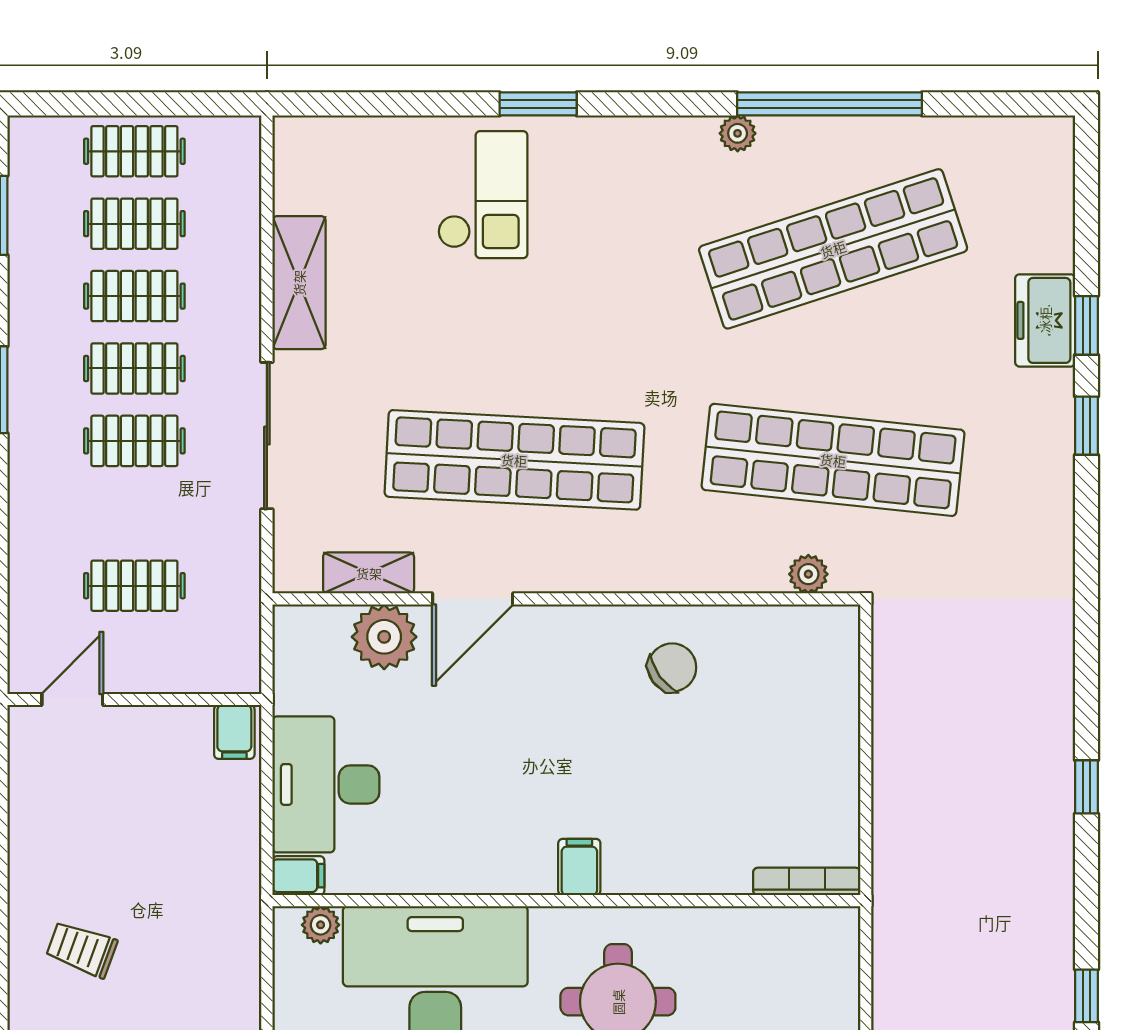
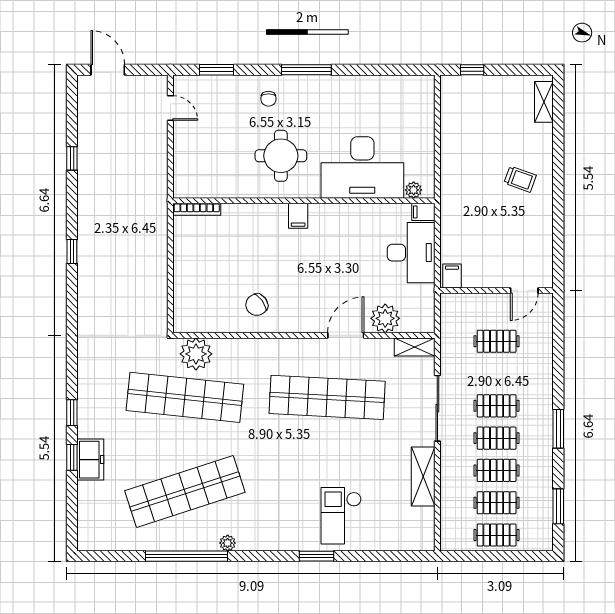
shelving: (369, 573) -> (415, 347), moved
plant: (808, 574) -> (196, 354), width x1.88, depth x1.88

